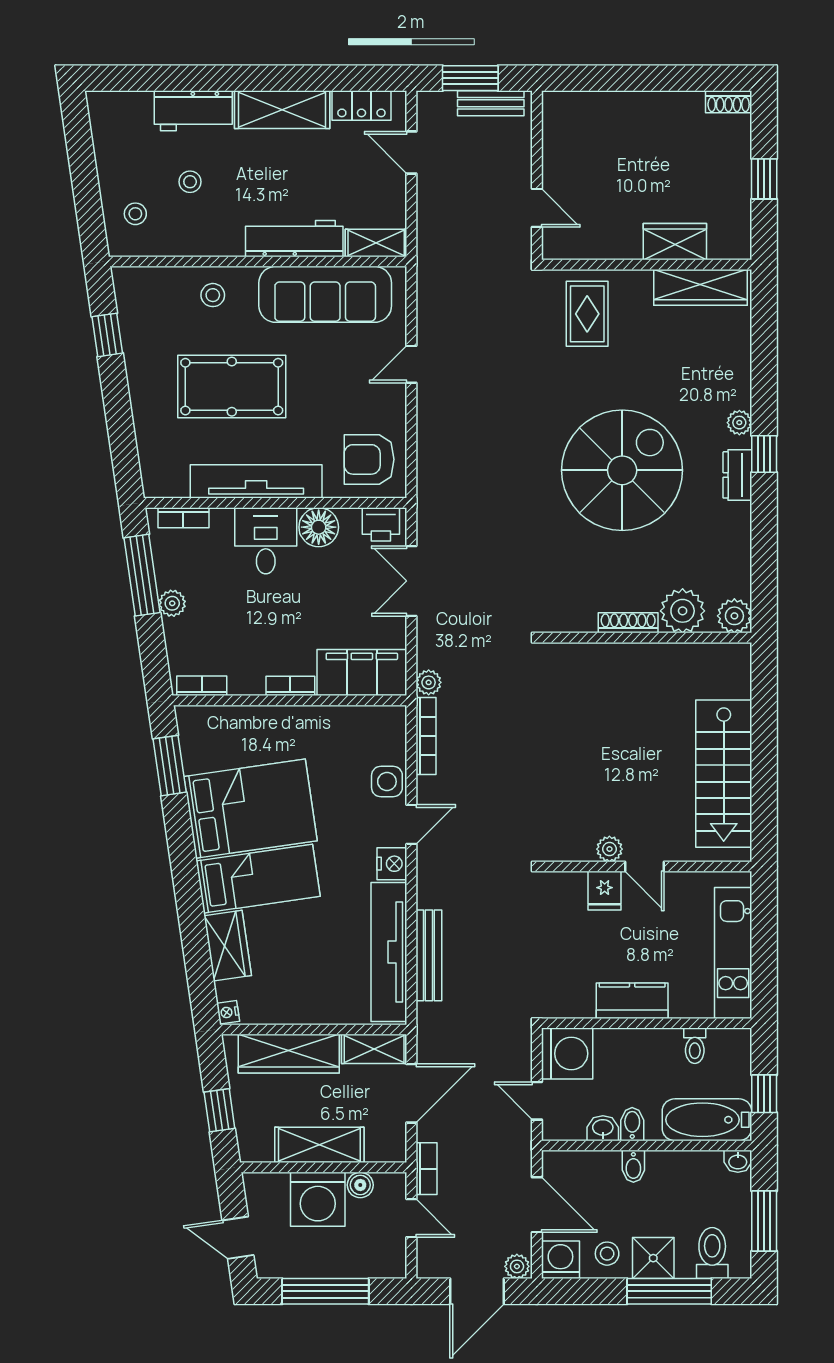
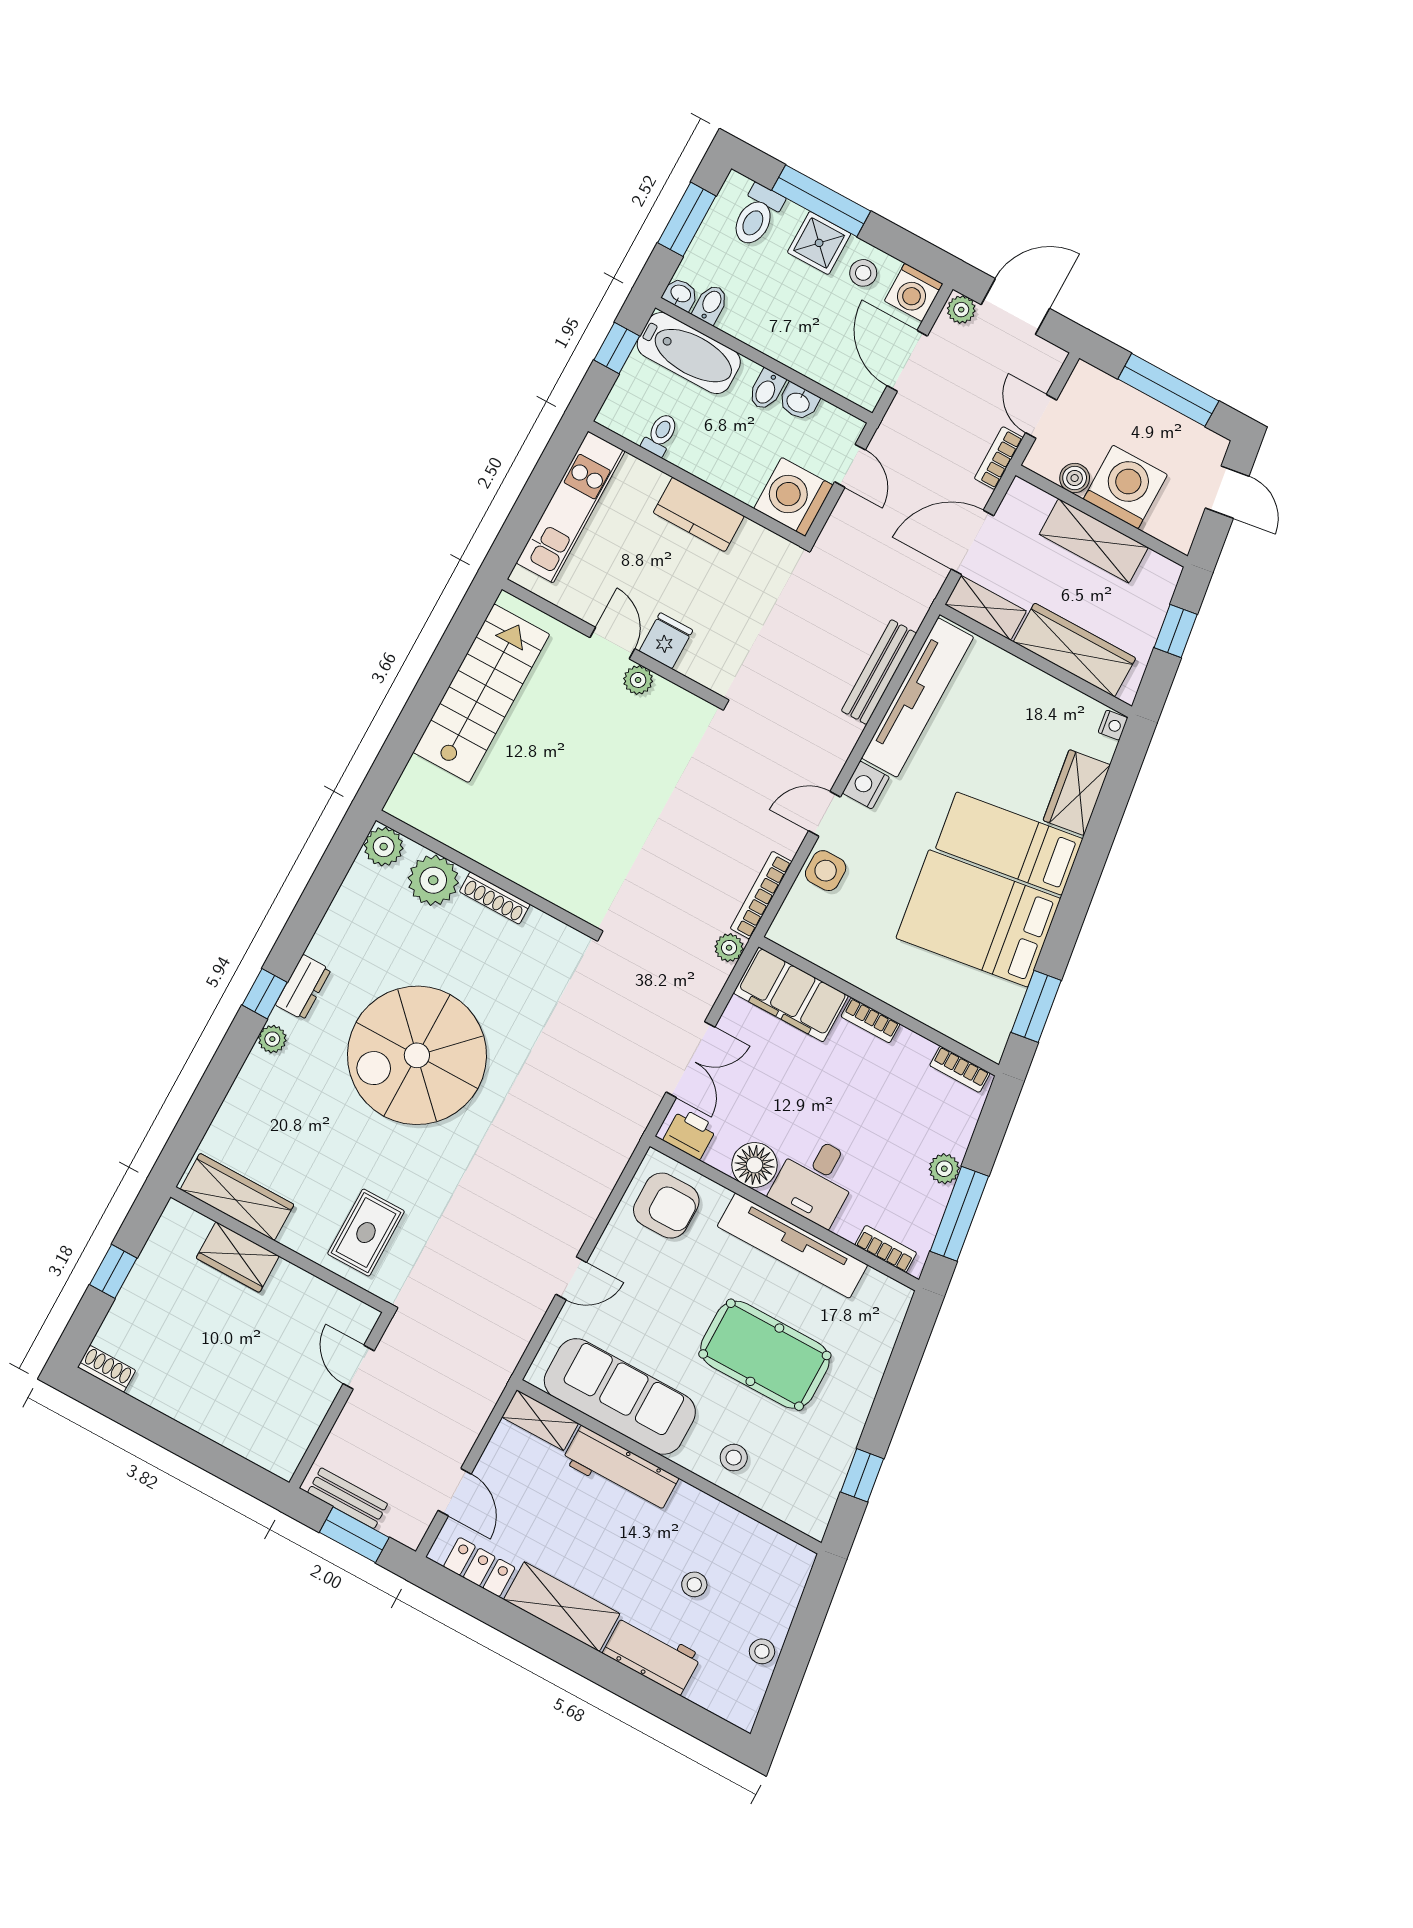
stool: (135, 214) -> (762, 1651), moved
bidet: (633, 1166) -> (711, 304), moved

